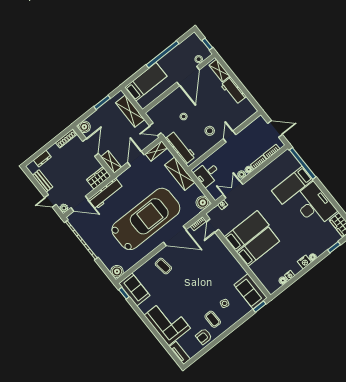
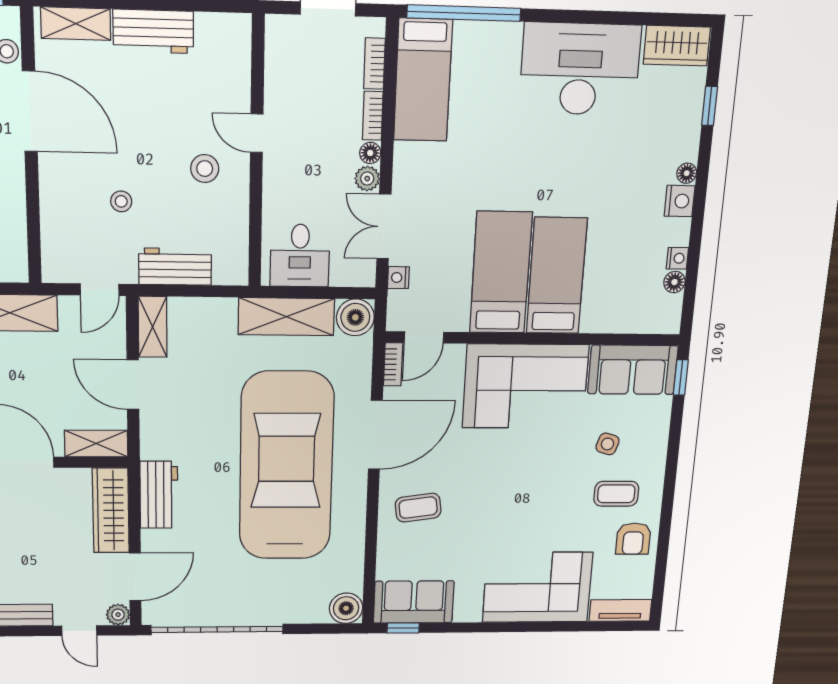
workbench: (180, 147) -> (175, 267), width x0.73
shelving: (180, 174) -> (286, 317), moved
wardrobe: (99, 178) -> (111, 510), width x1.50
bed: (292, 185) -> (423, 80), moved
workbench: (106, 194) -> (159, 495), width x0.73
door: (50, 201) -> (79, 631), hinge flipped
door: (212, 226) -> (424, 337), hinge flipped
corner sofa: (222, 265) -> (525, 386), added

